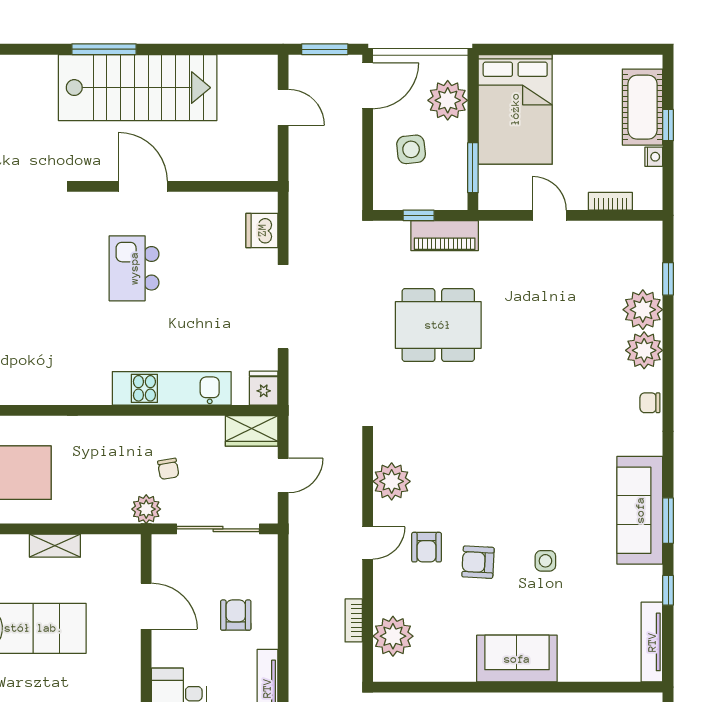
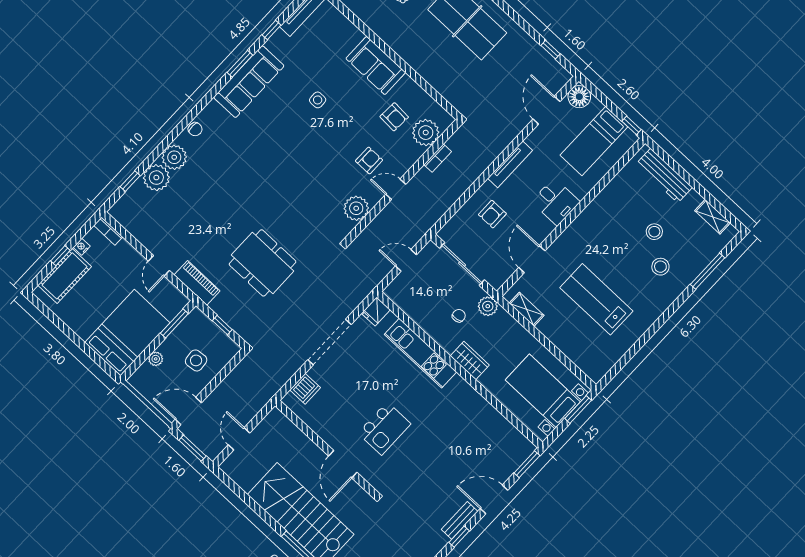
plant: (448, 100) -> (156, 359), width x0.53, depth x0.53
bookcase: (610, 201) -> (108, 231), moved
piano: (445, 236) -> (197, 283), moved
wardrobe: (252, 431) -> (470, 361), moved
shelving: (55, 546) -> (527, 309), moved
armchair: (478, 562) -> (394, 117), moved

